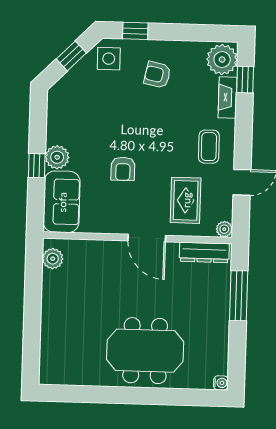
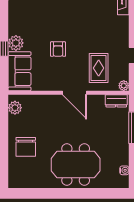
coffee table: (209, 147) -> (112, 33), removed
dresser: (204, 252) -> (116, 101), width x0.70
chair: (68, 321) -> (26, 147), added
water cooler: (221, 383) -> (124, 170), moved

